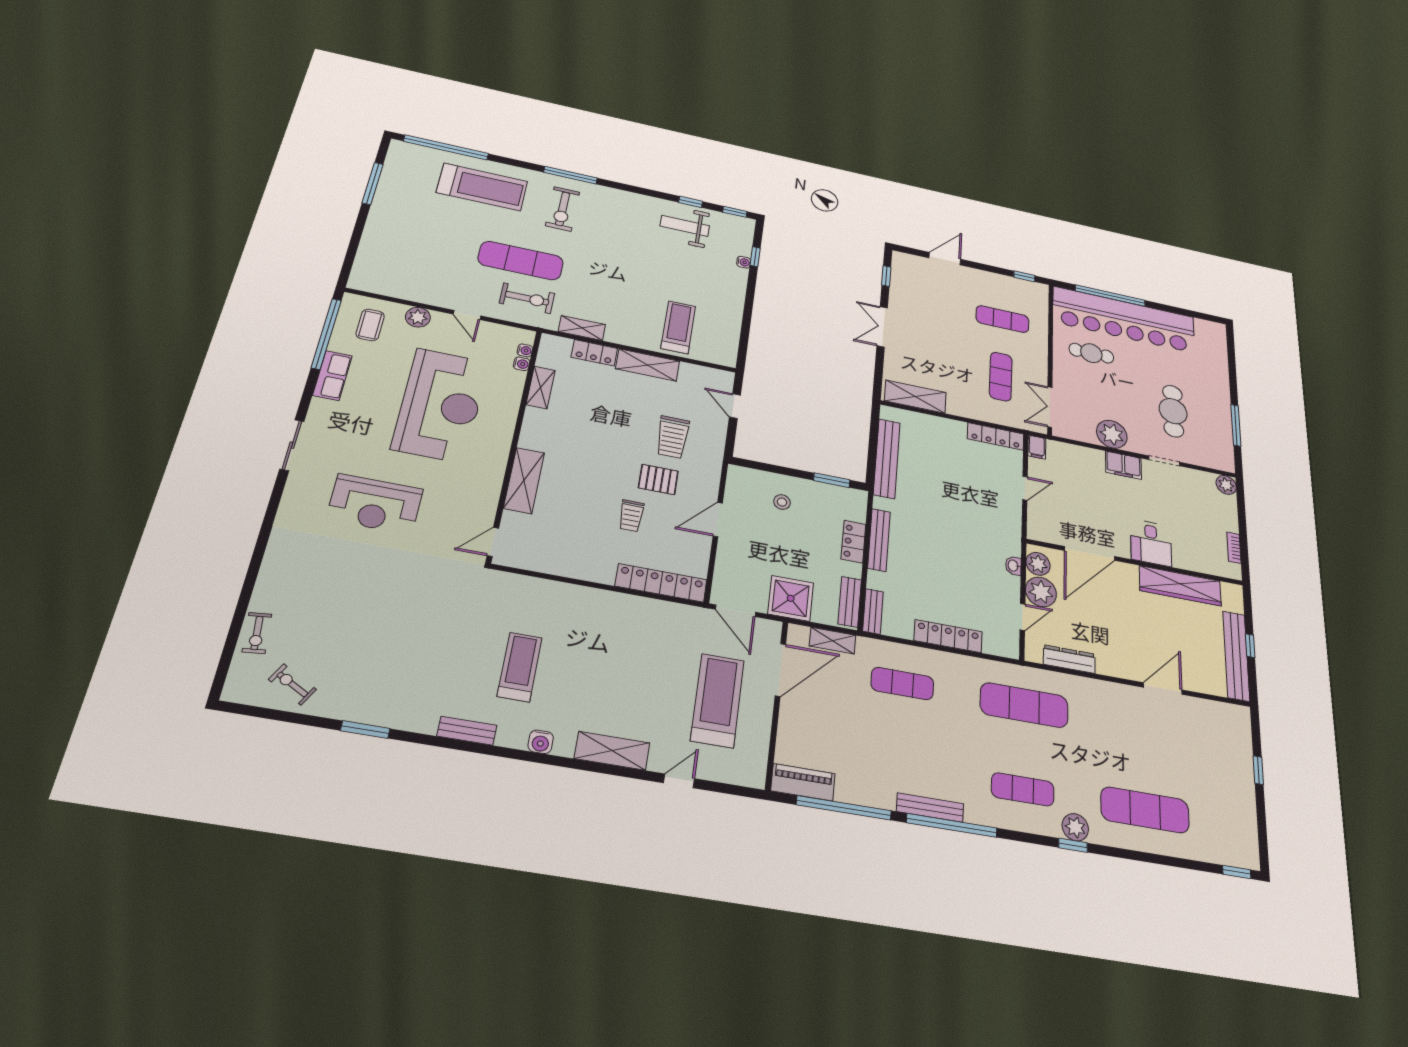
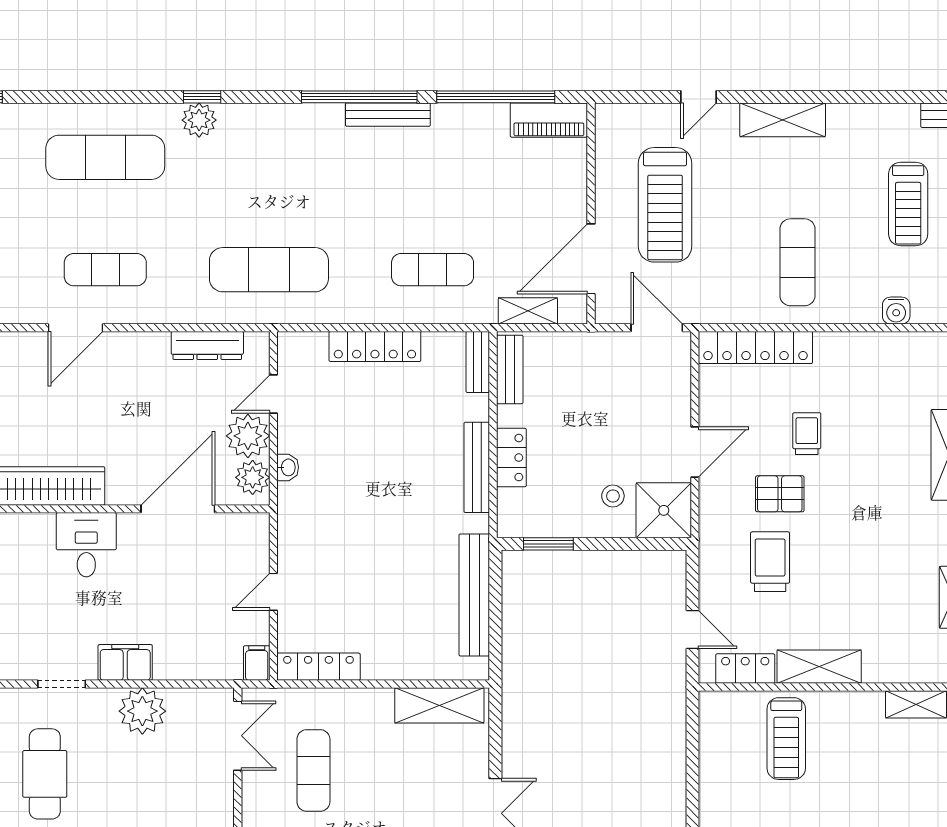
locker: (594, 353) -> (745, 669), moved
shower: (791, 598) -> (664, 510), moved
exercise mat: (618, 639) -> (797, 262), added
water cooler: (541, 742) -> (896, 311), moved, turned 180
exercise mat: (1023, 789) -> (105, 270), moved

